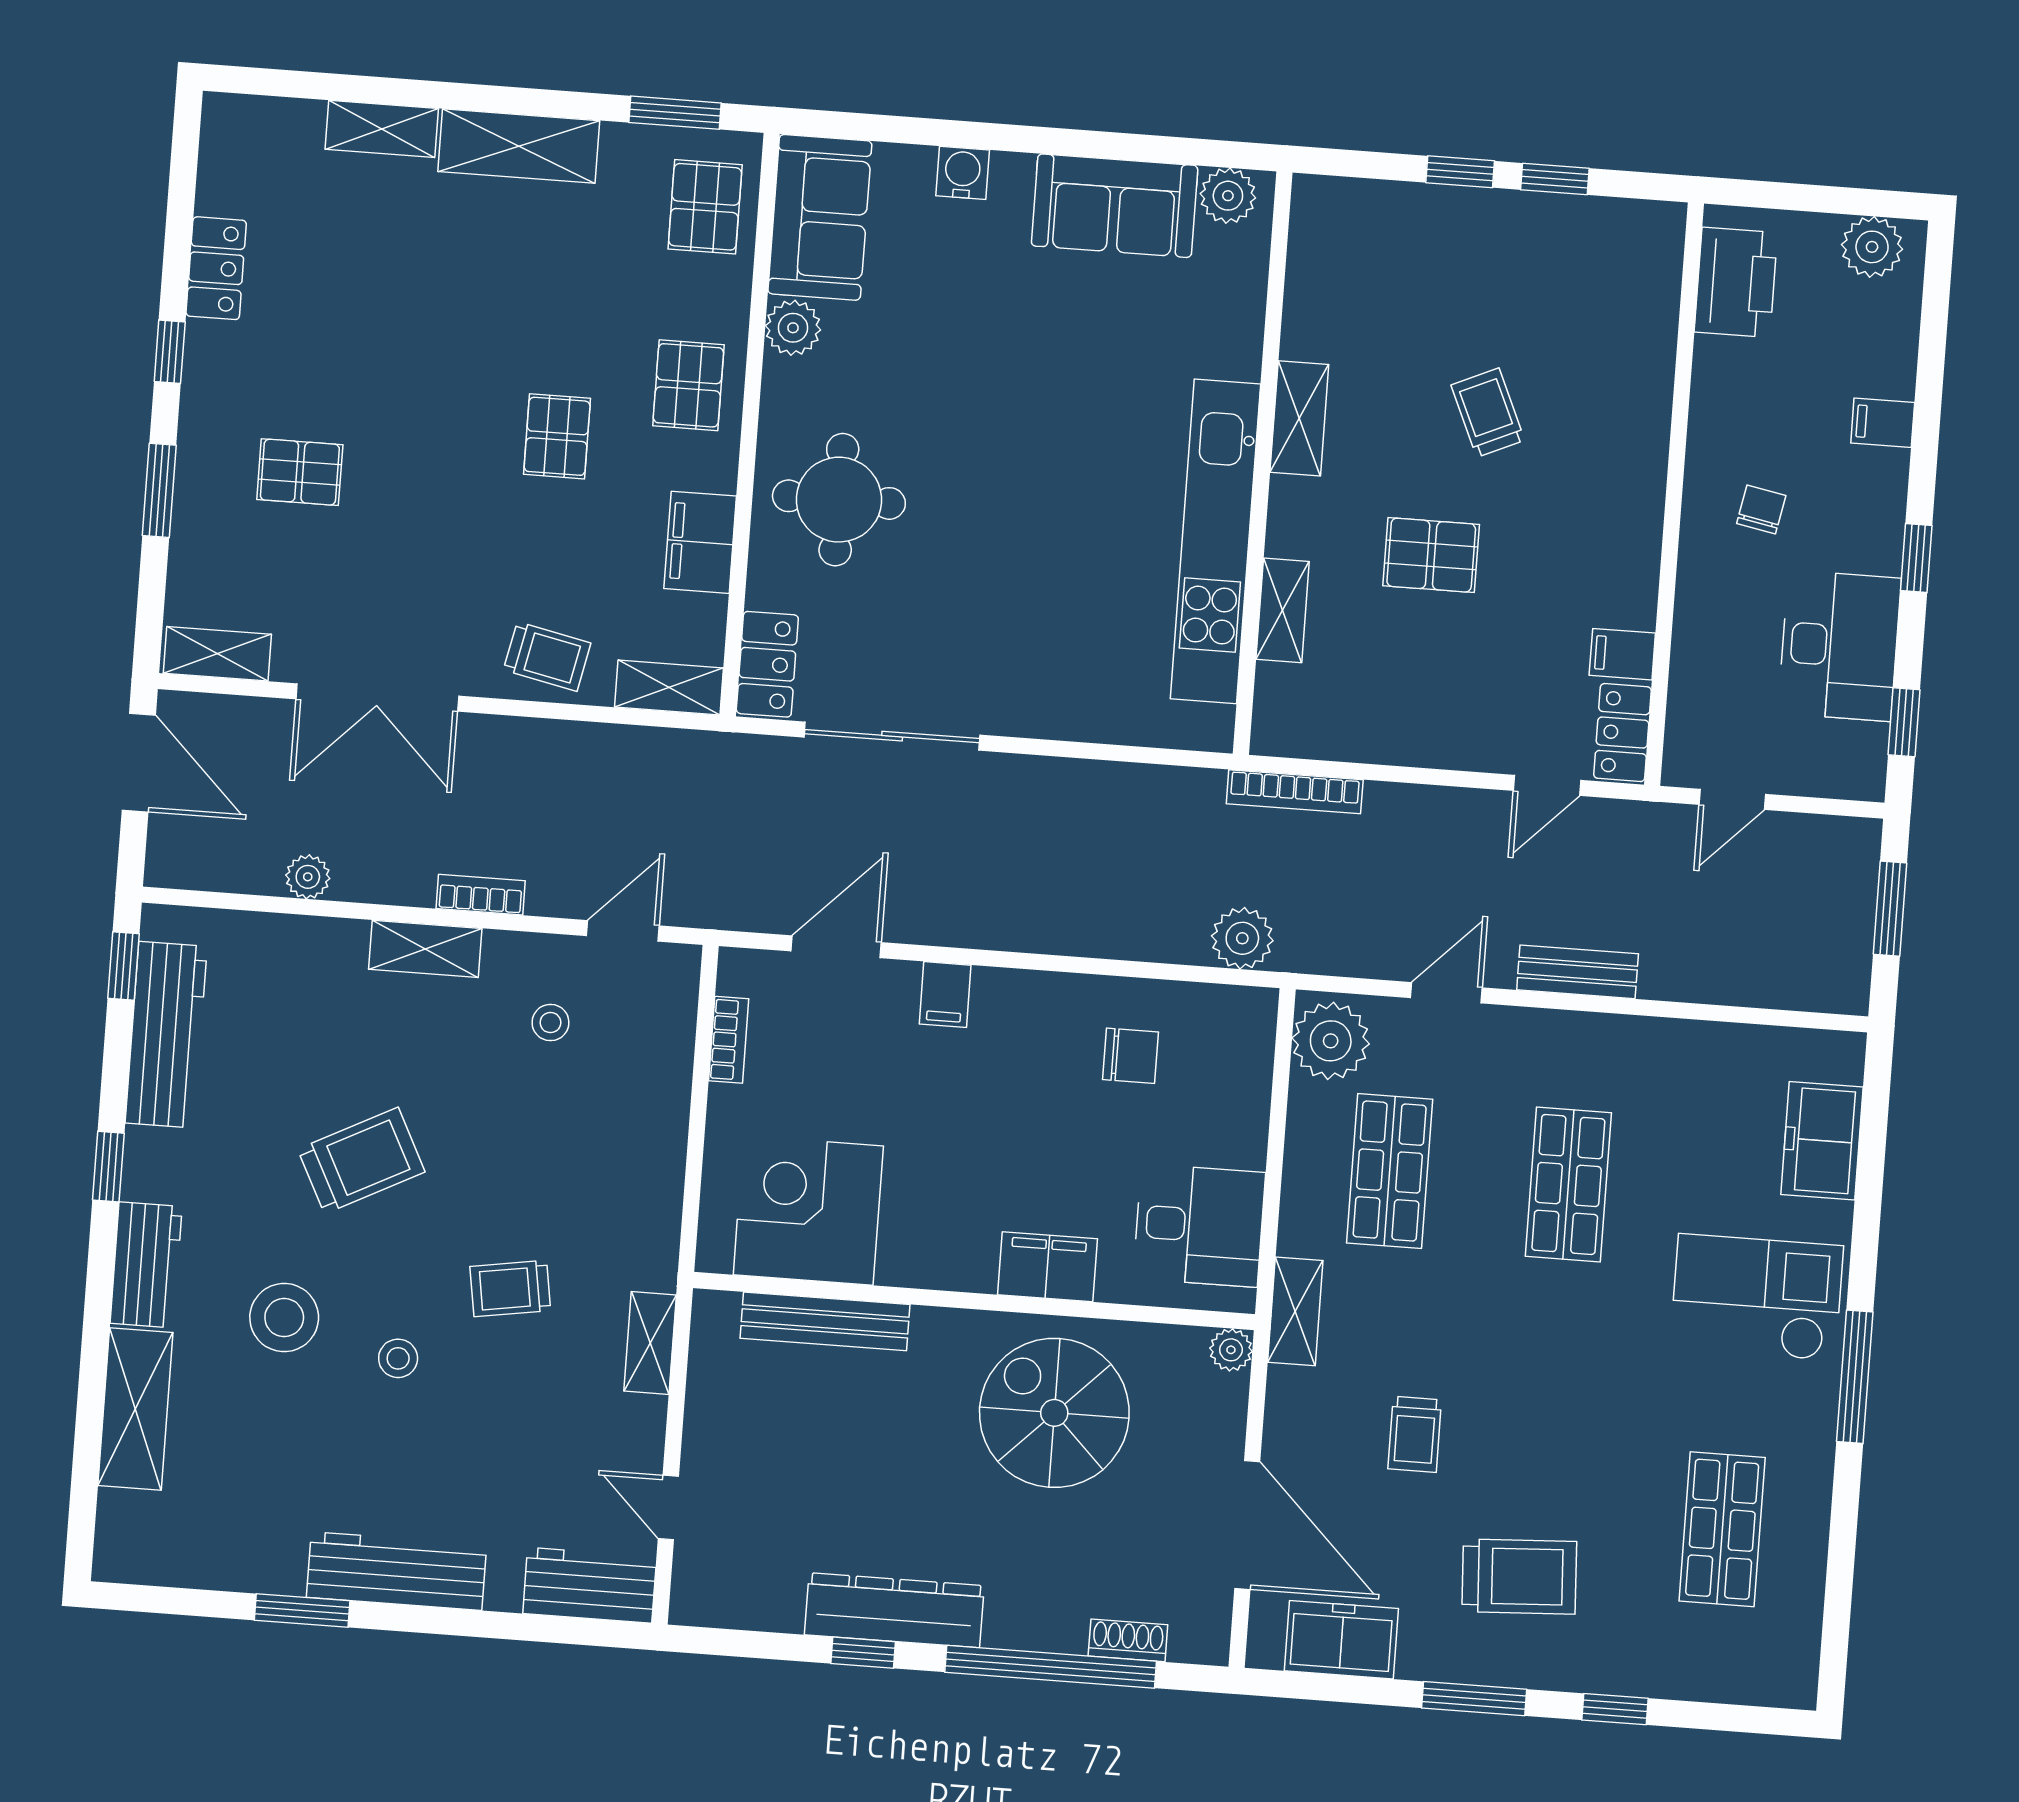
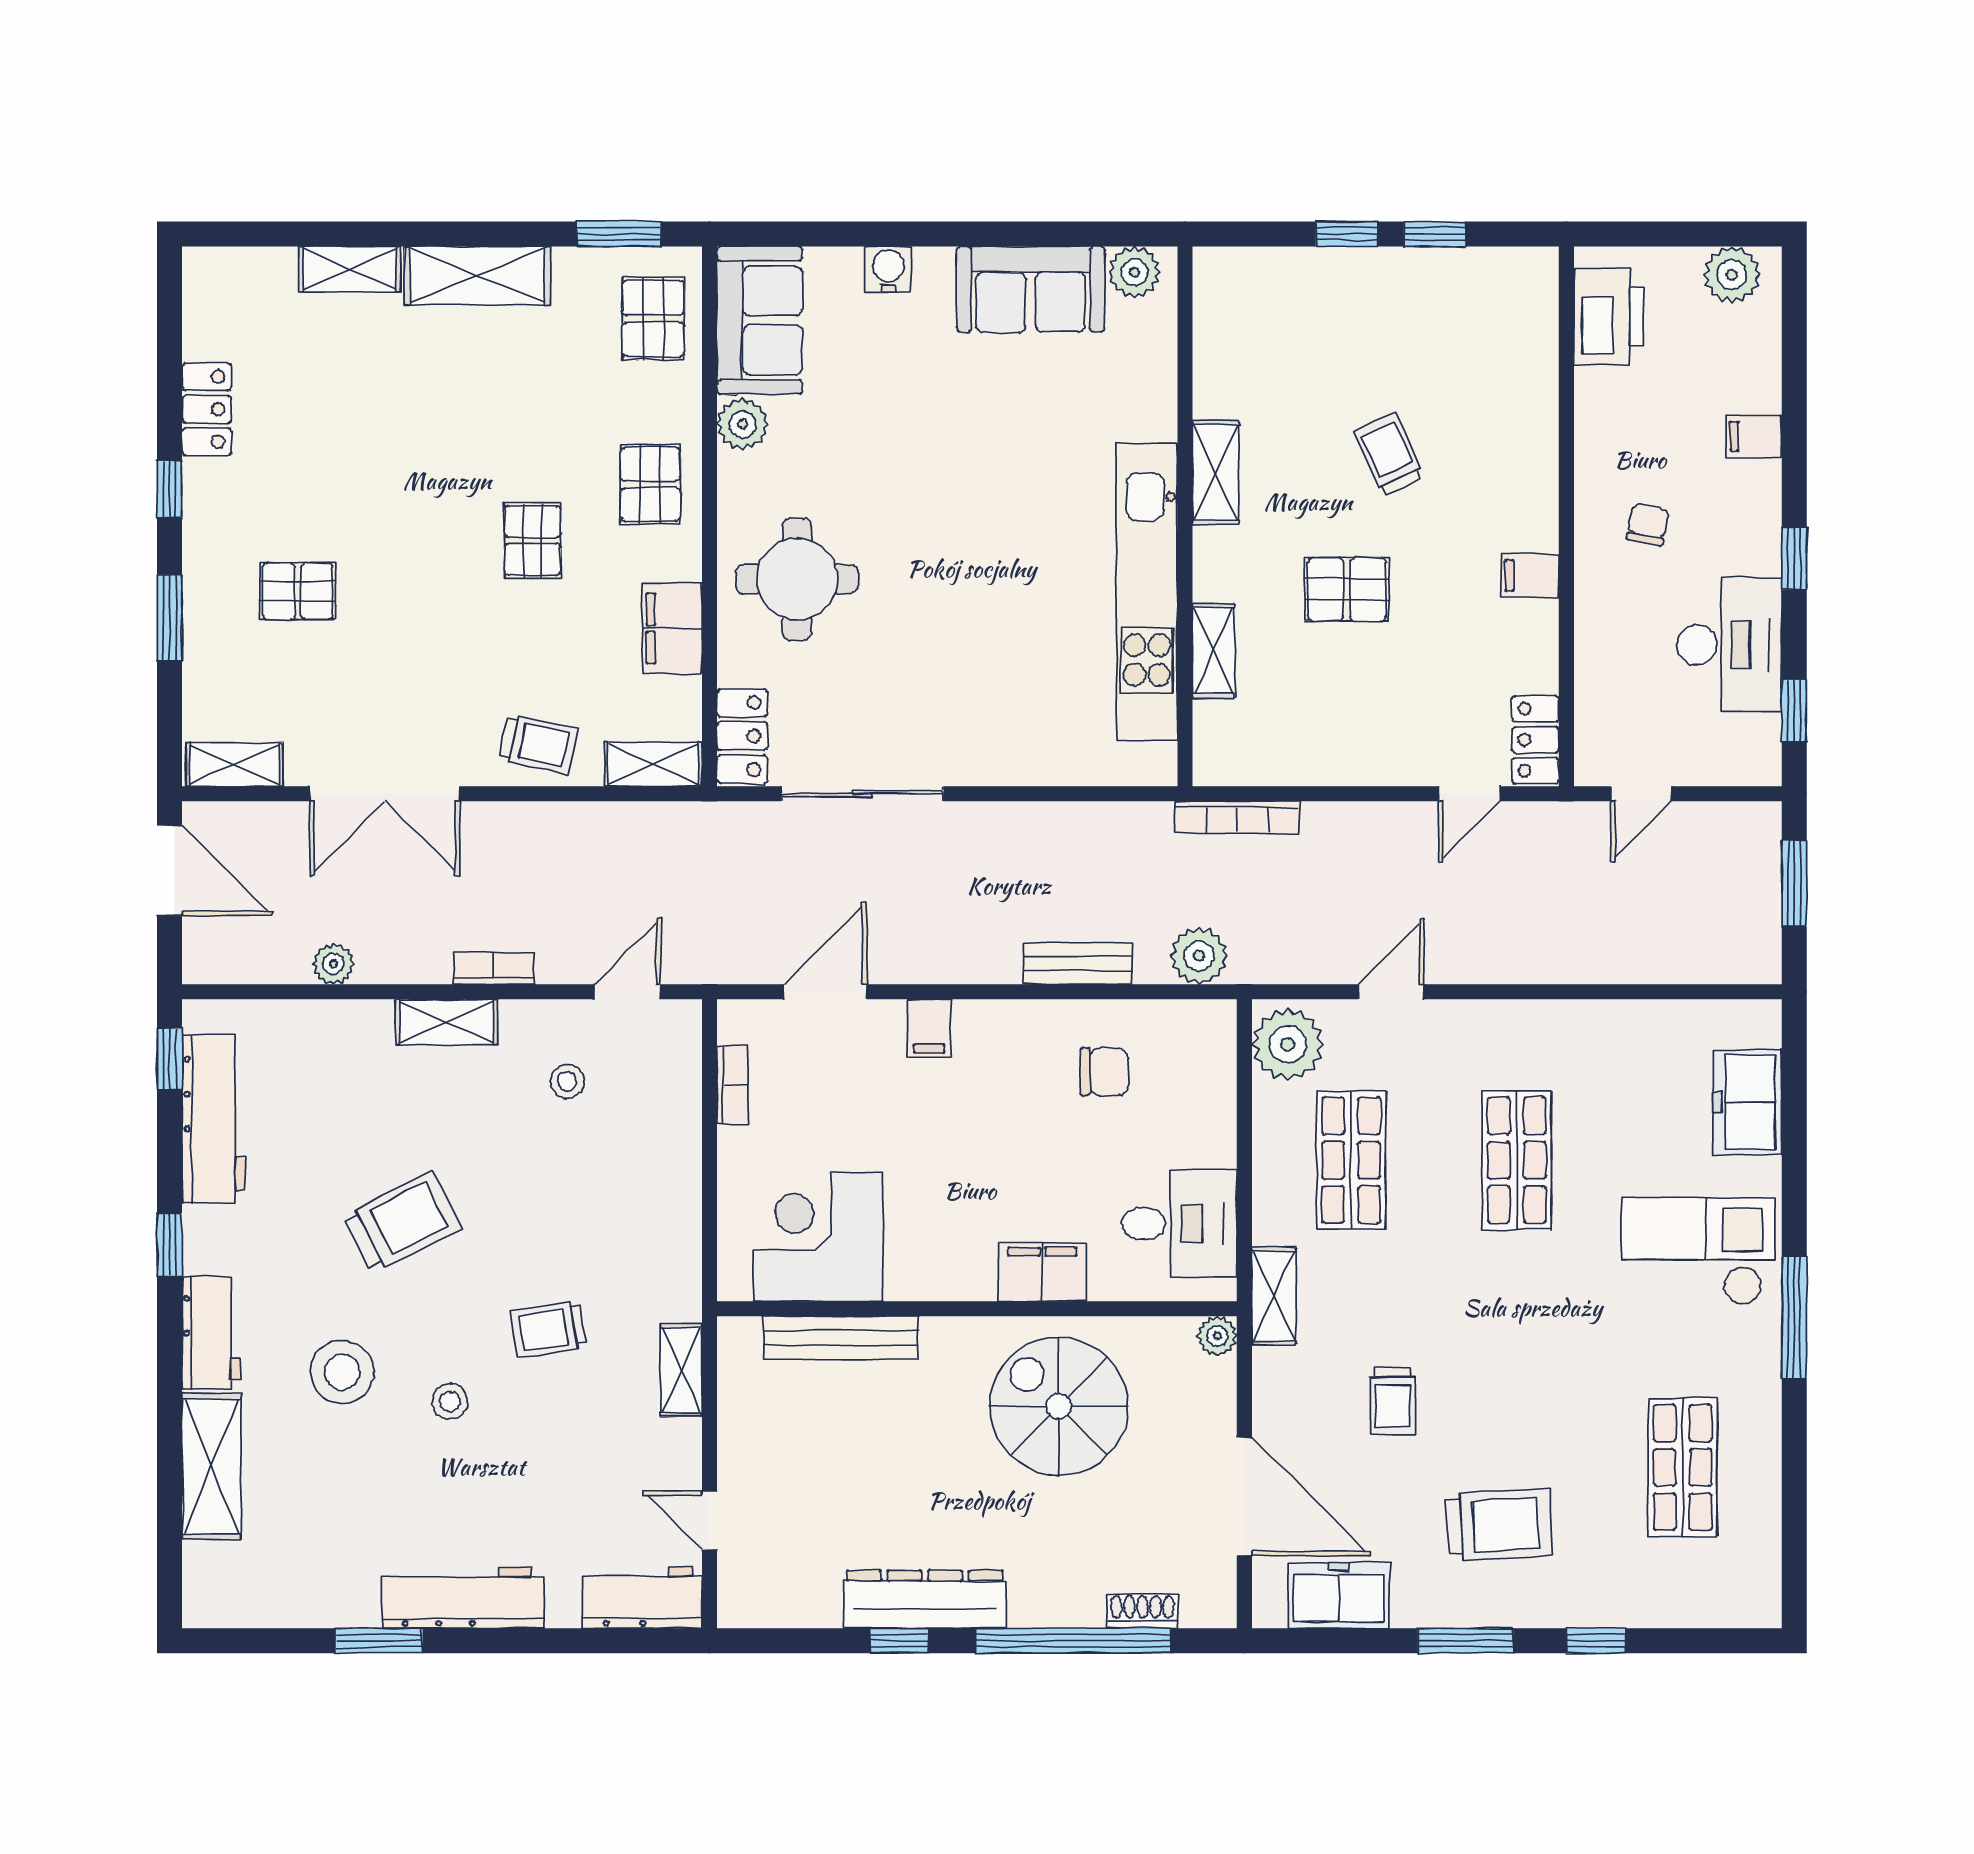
filing cabinet: (1622, 654) -> (1530, 576), moved
bench: (1578, 972) -> (1078, 963), moved

